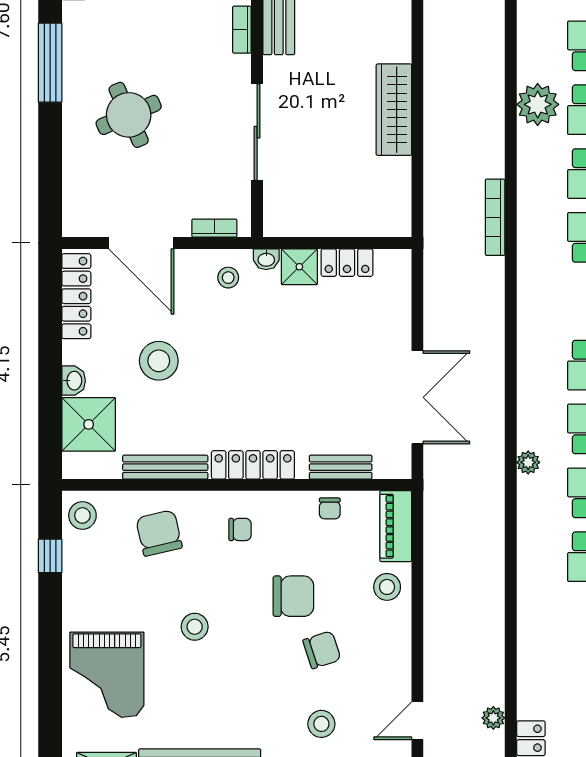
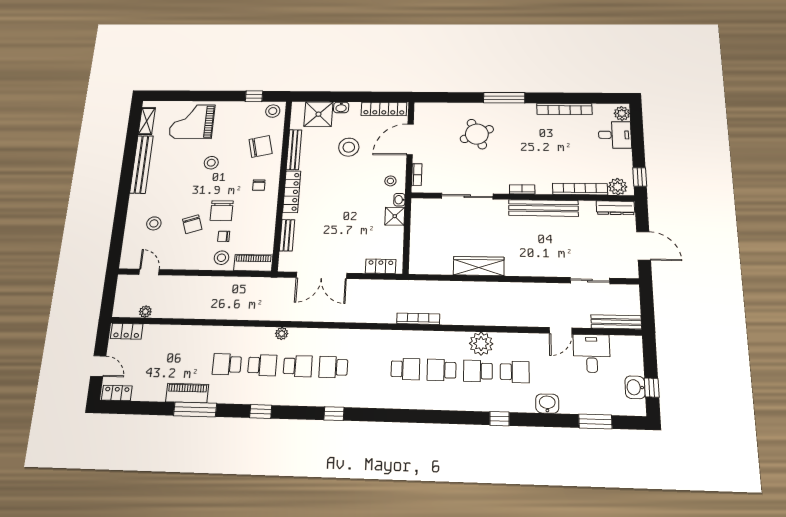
locker: (347, 263) -> (381, 266), moved, turned 90
chair: (330, 508) -> (224, 236), moved

